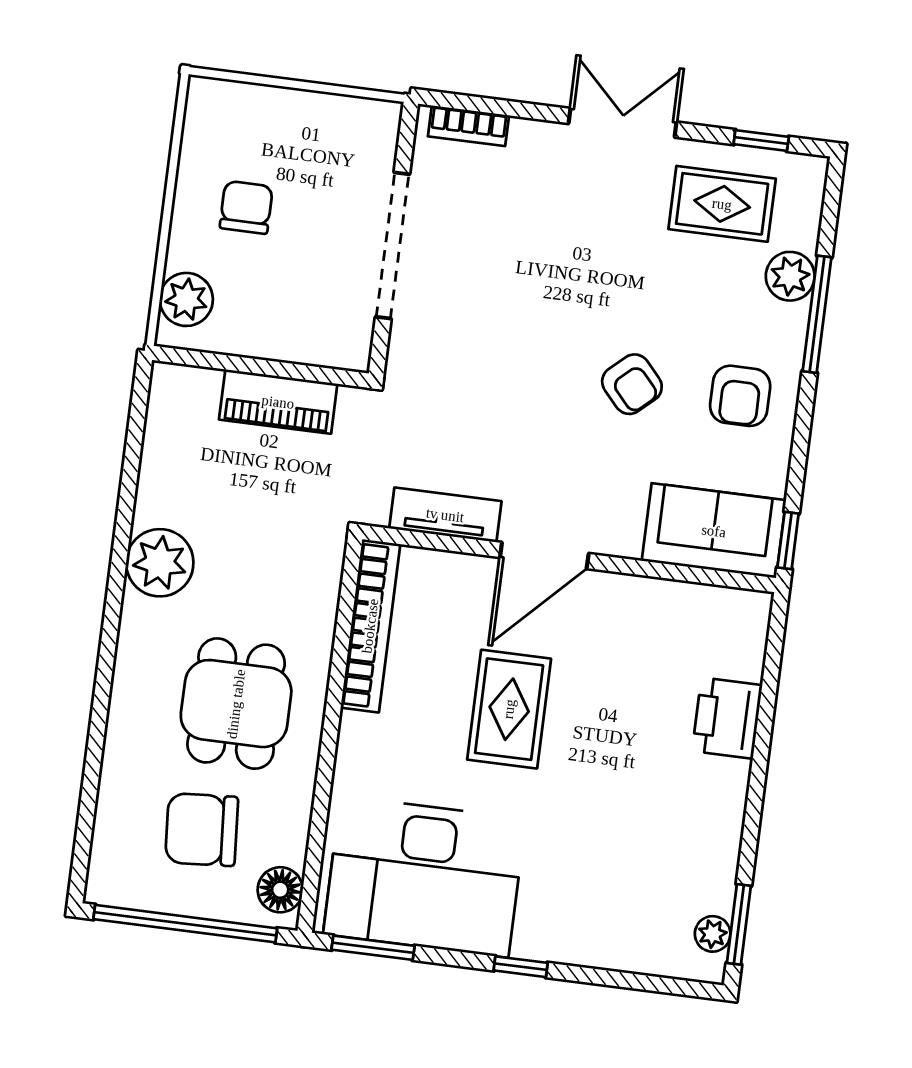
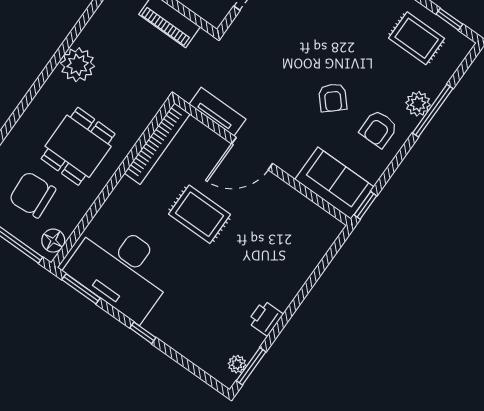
plant: (790, 276) -> (418, 104), moved
rug: (509, 709) -> (199, 214), turned 90
printer: (727, 718) -> (265, 318), moved, width x0.73, depth x0.81

